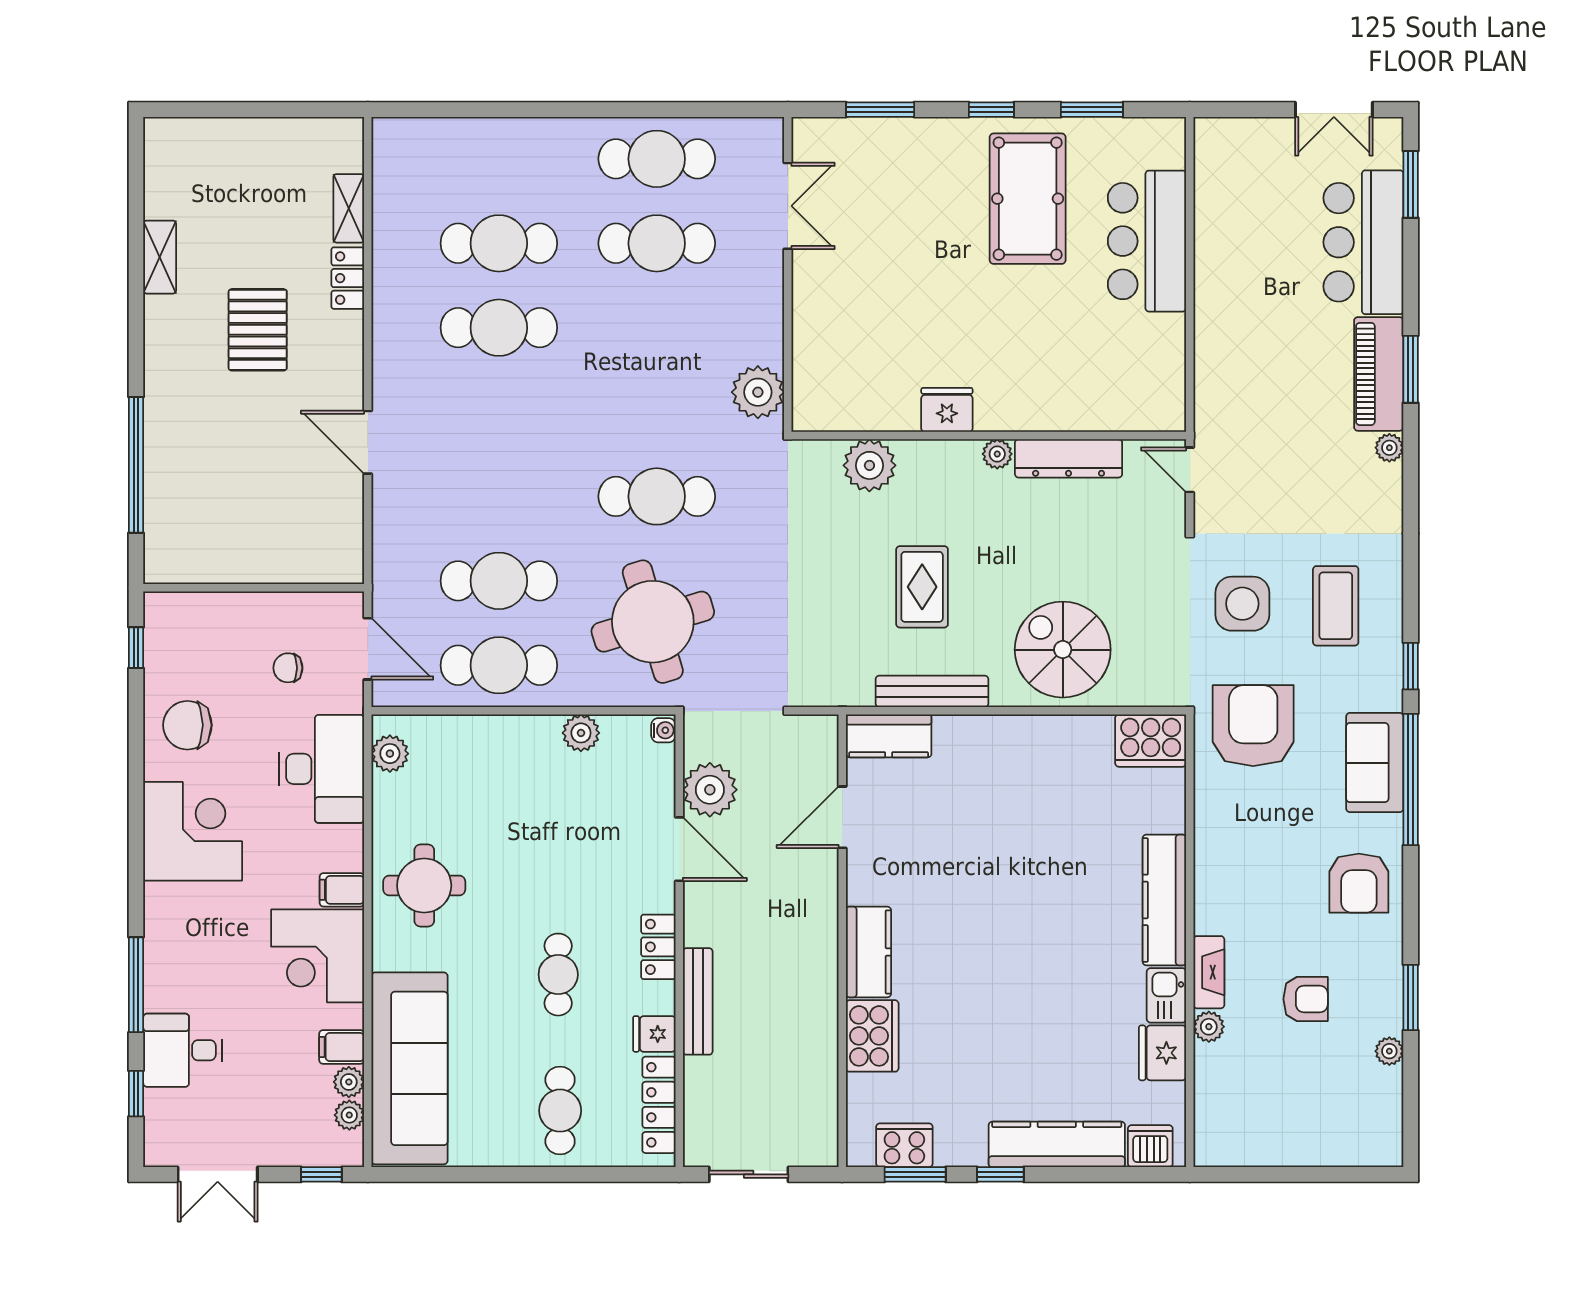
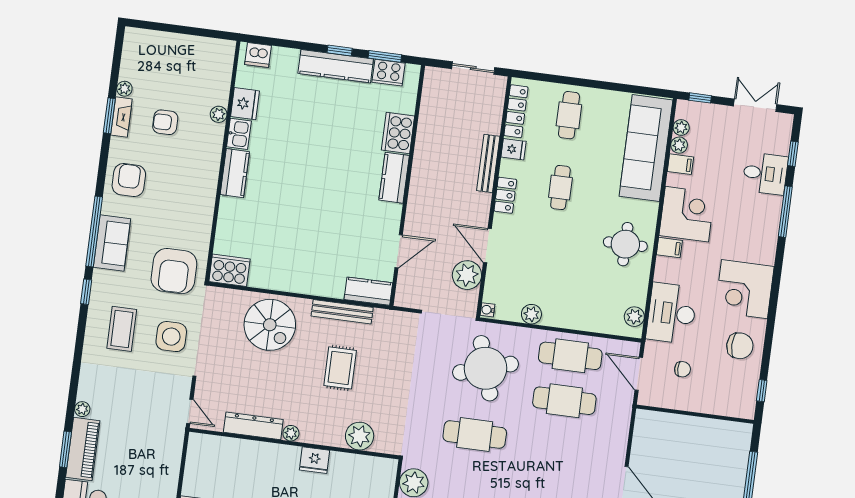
kitchen counter: (1164, 900) -> (235, 173), width x0.67
fireplace: (1209, 972) -> (121, 117), moved, turned 180
kitchen counter: (1057, 1144) -> (336, 66), moved

